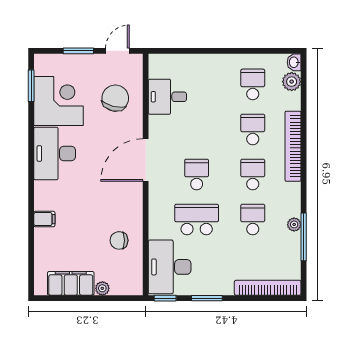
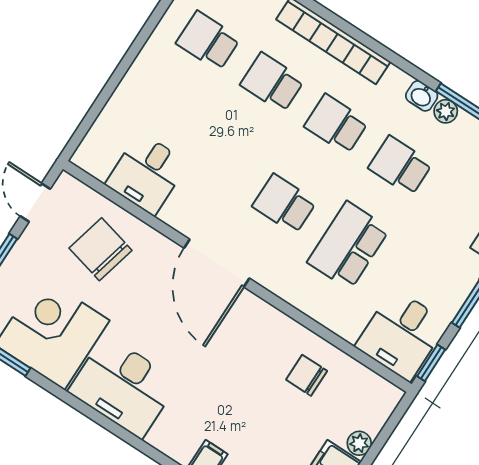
washbasin: (294, 208) -> (422, 96), added
chair: (119, 240) -> (307, 375), turned 90
desk: (170, 267) -> (401, 335), width x0.73

